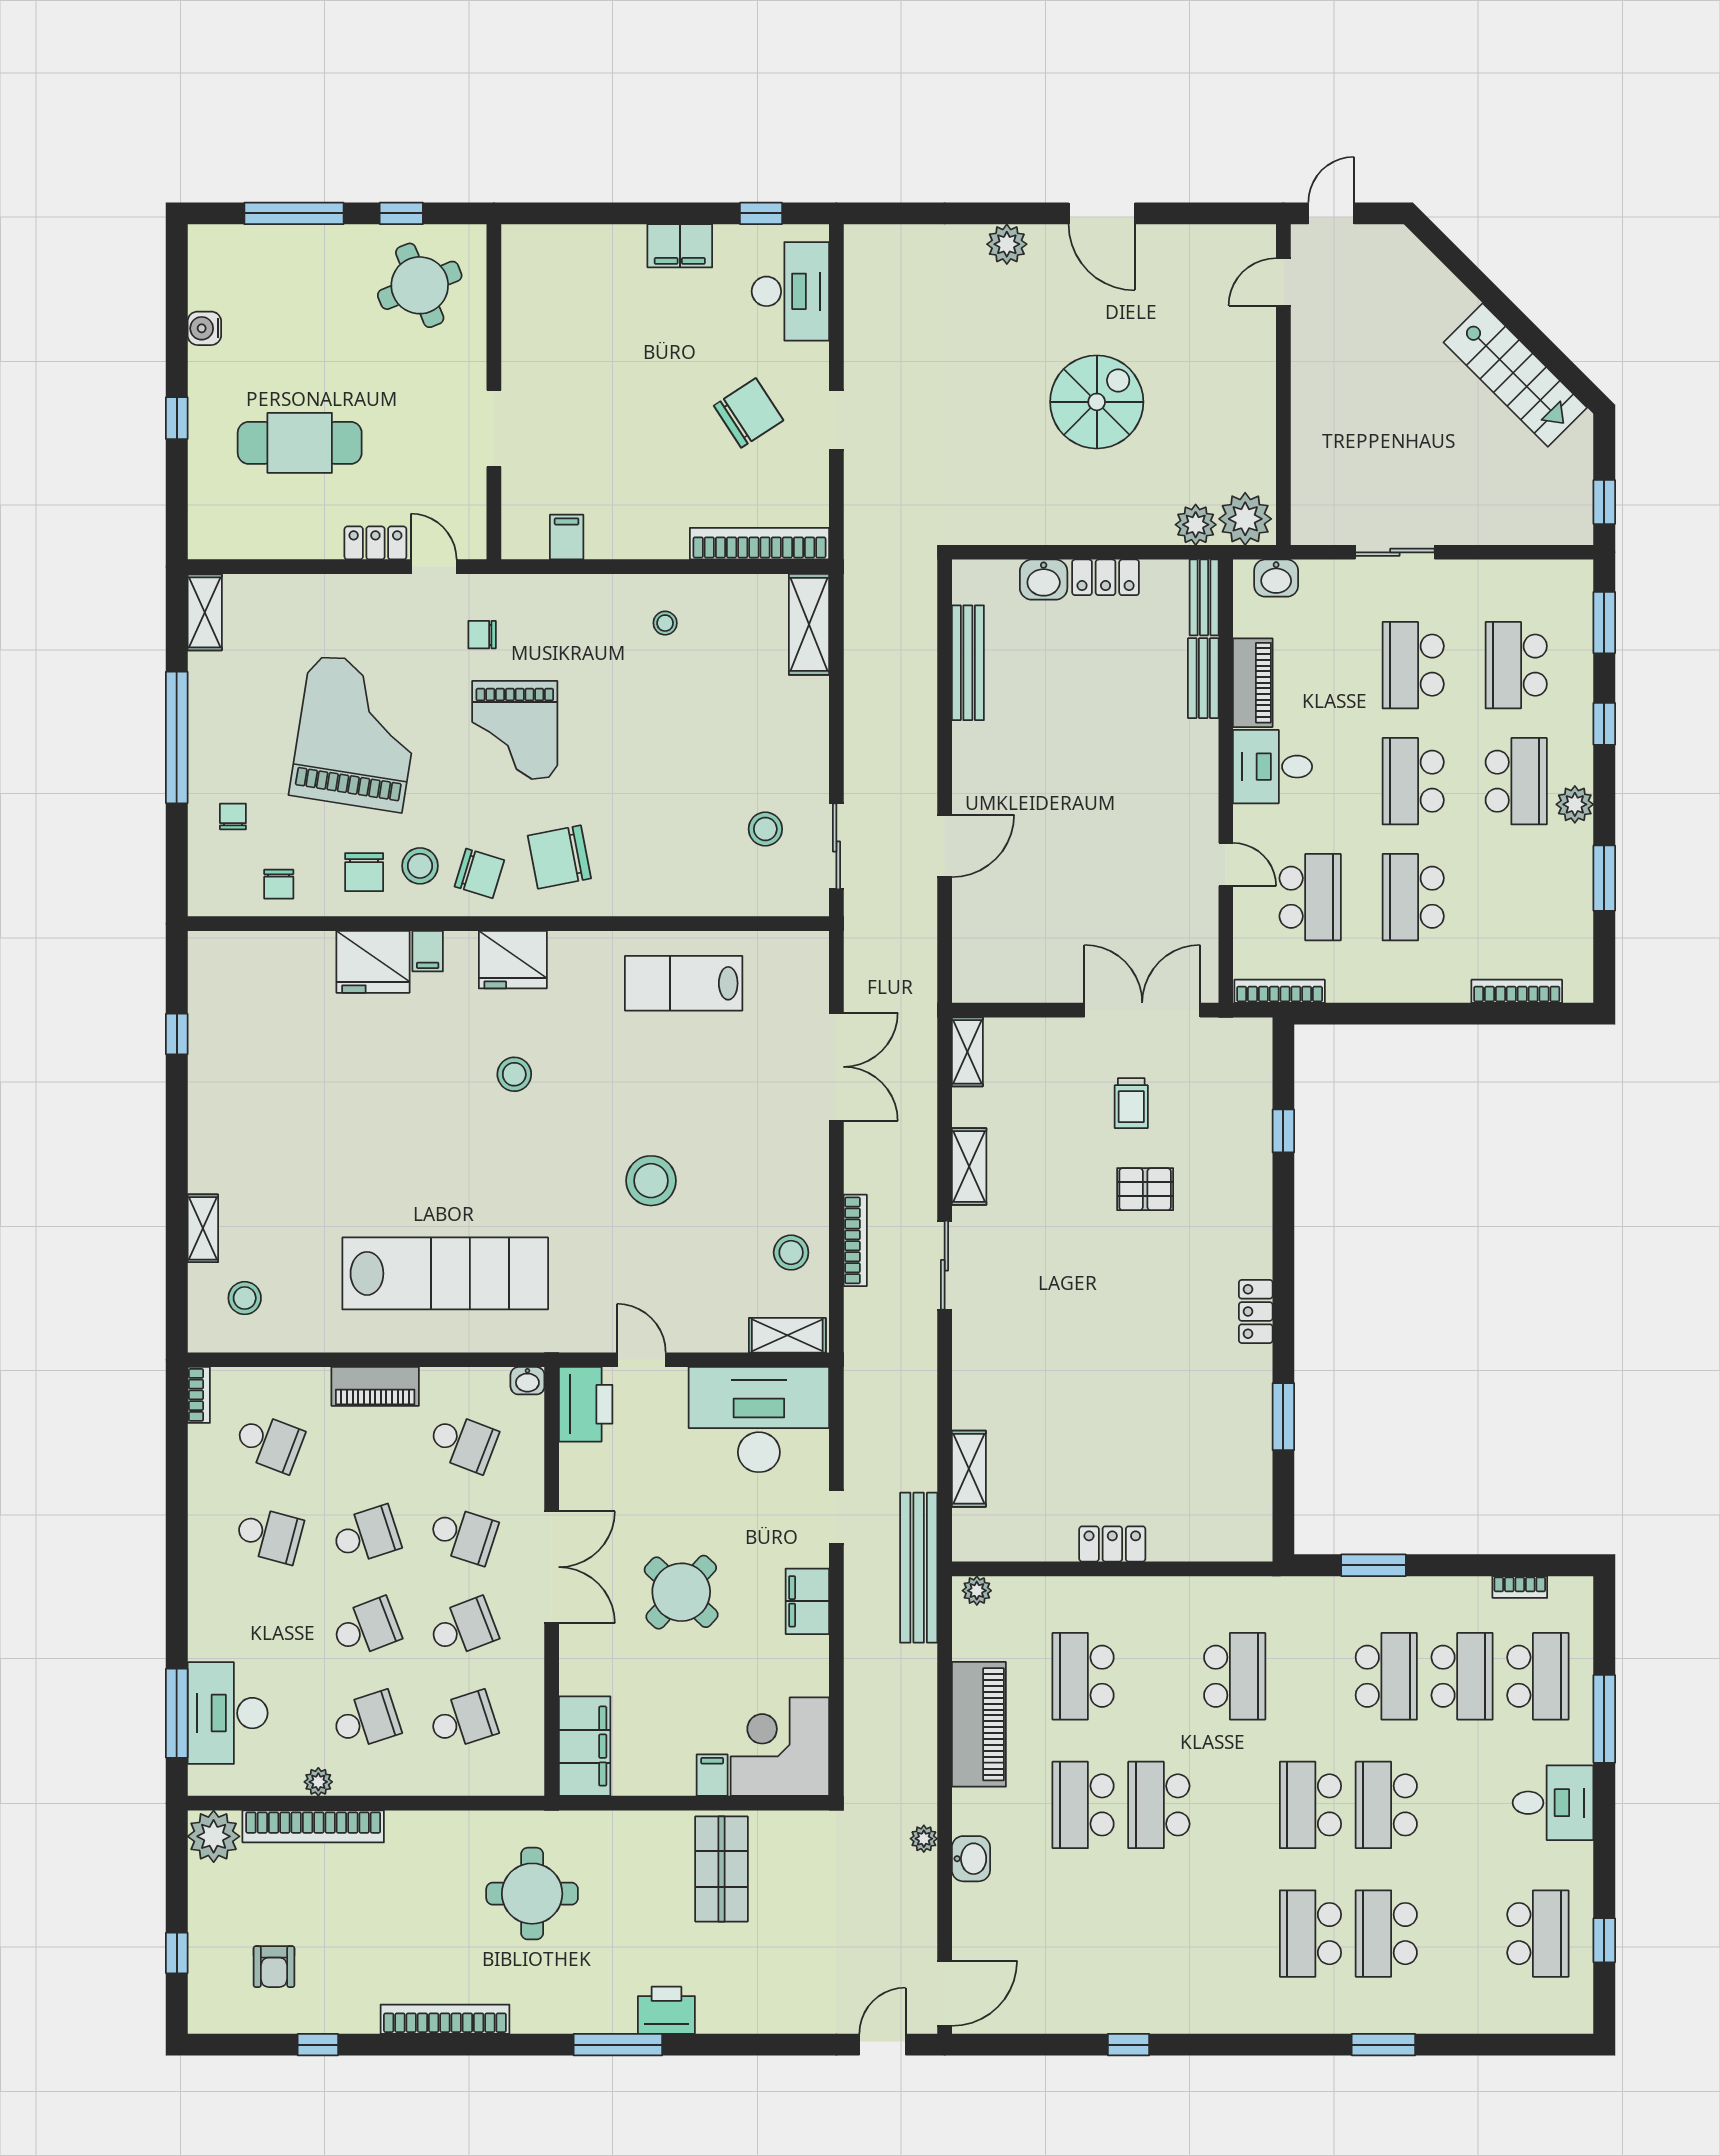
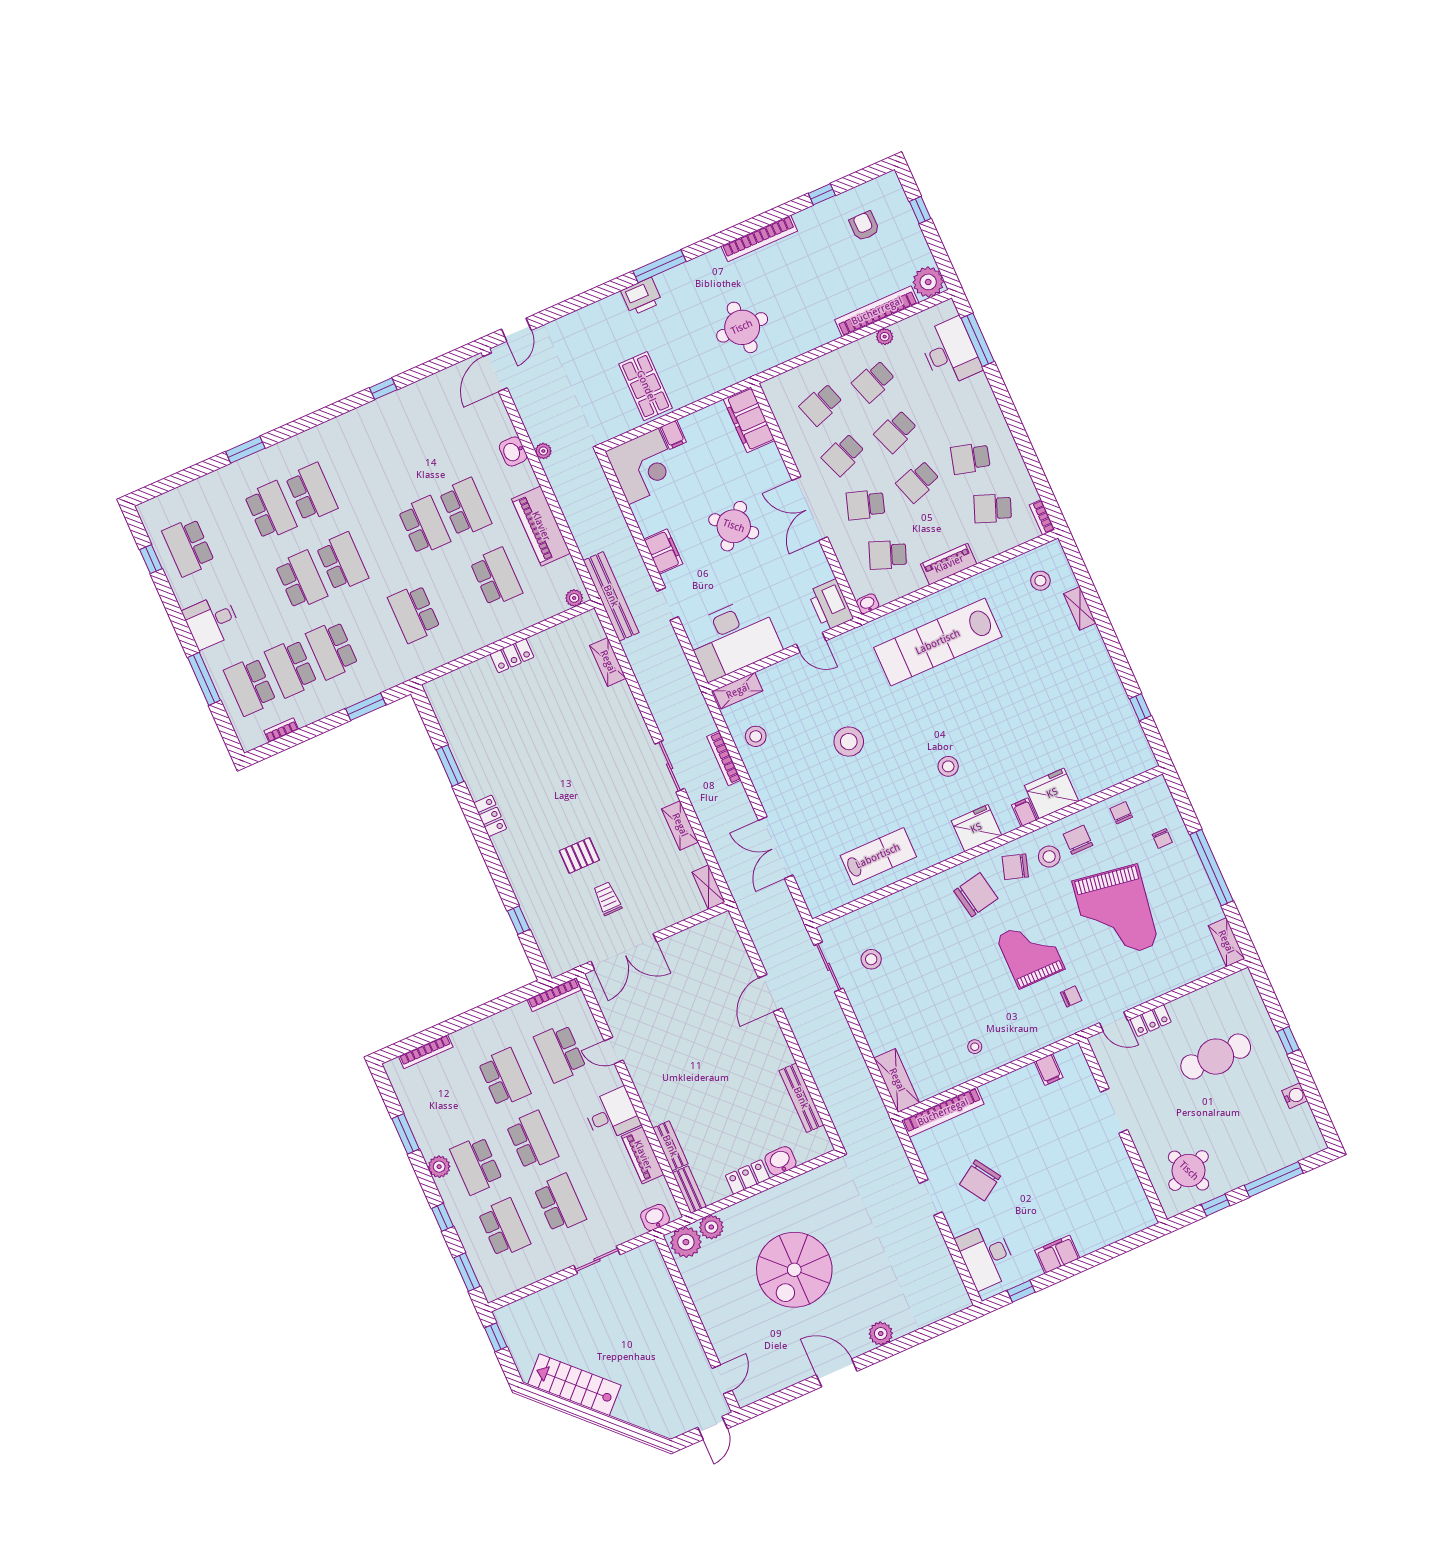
spiral stairs: (1097, 402) -> (794, 1270), width x1.37, depth x1.37

